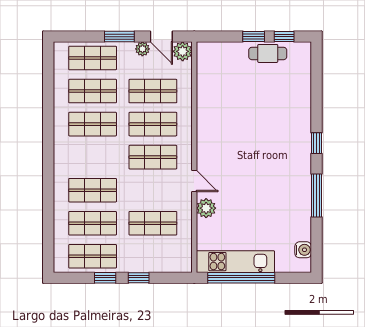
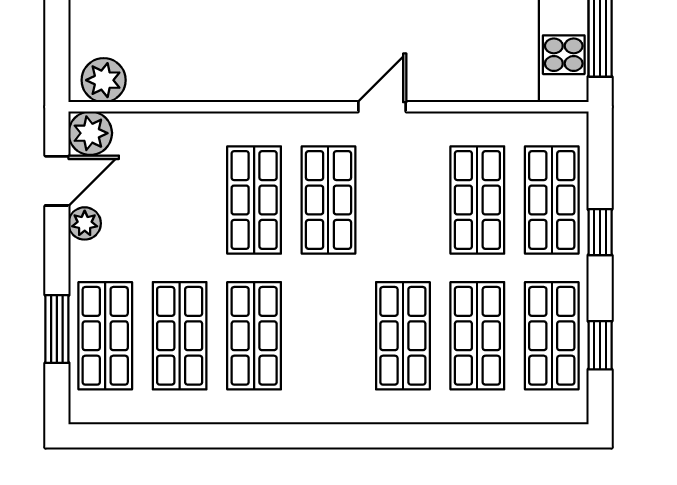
window: (119, 37) -> (57, 329), moved
shop shelf: (153, 91) -> (552, 200), moved
plant: (206, 208) -> (104, 80), moved
window: (105, 278) -> (600, 345), moved

